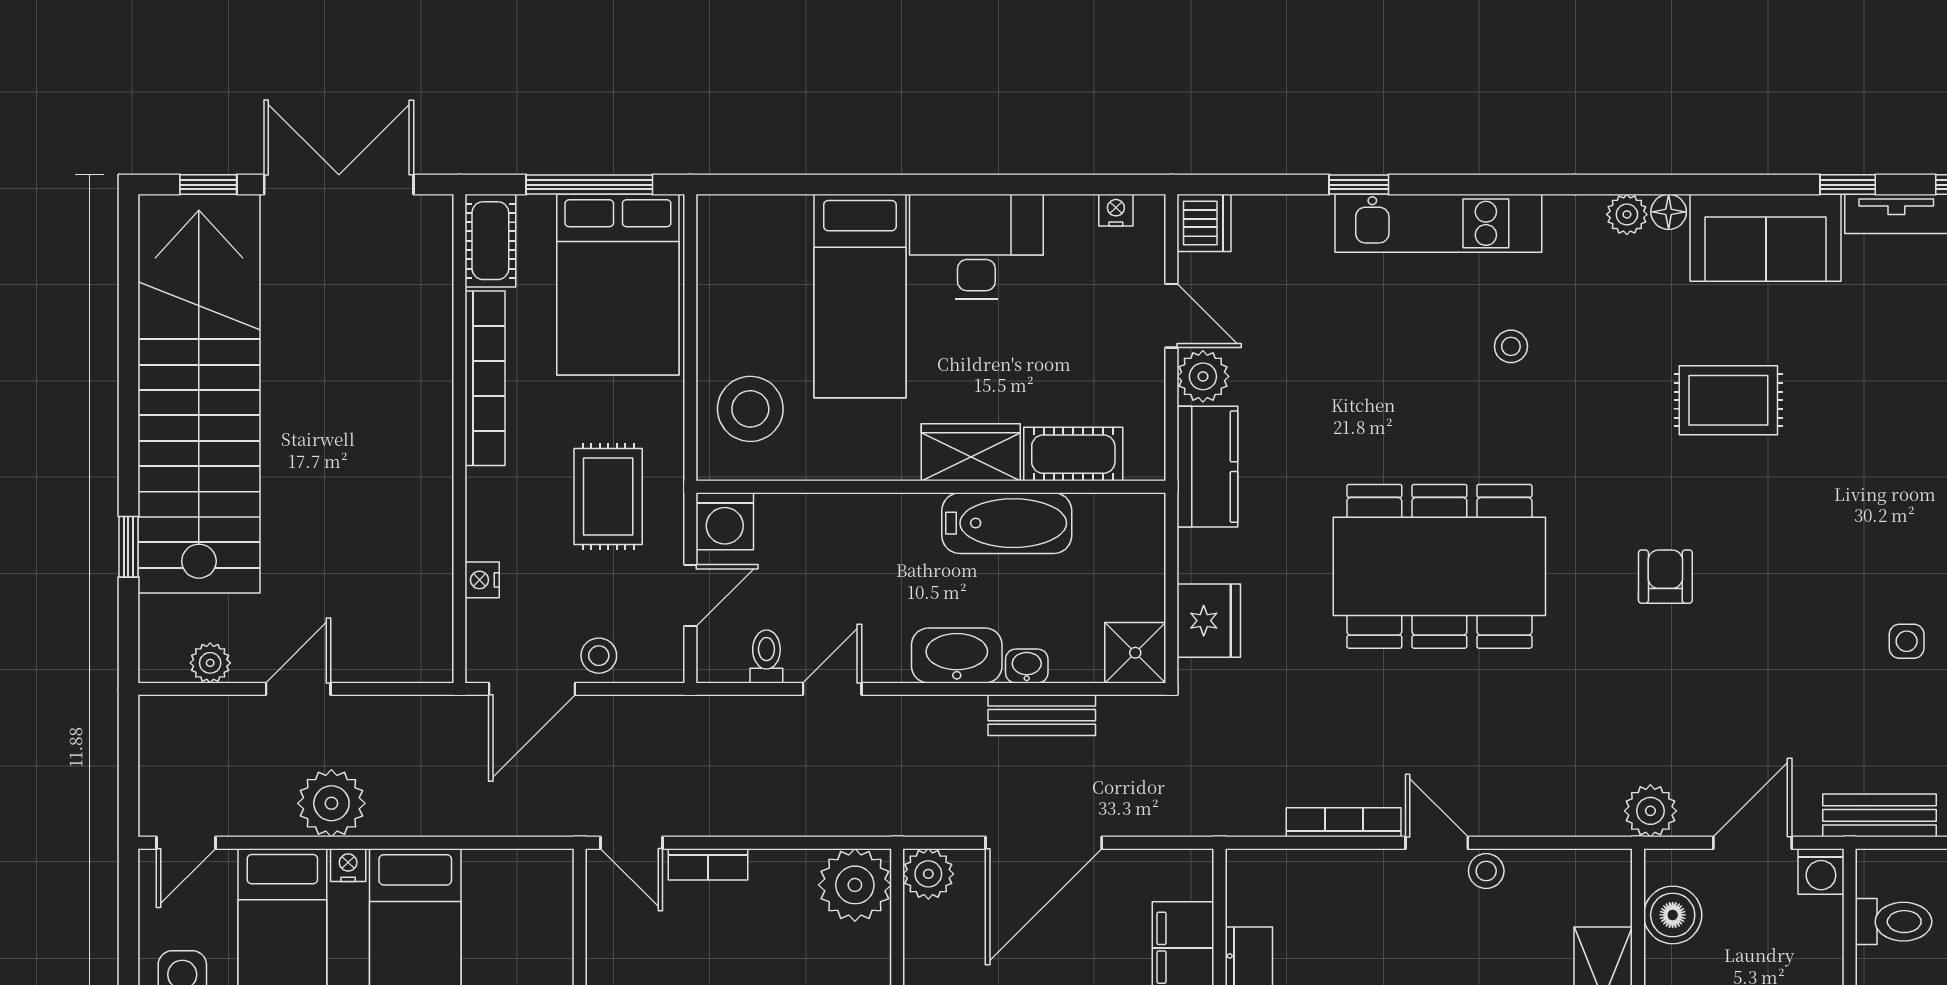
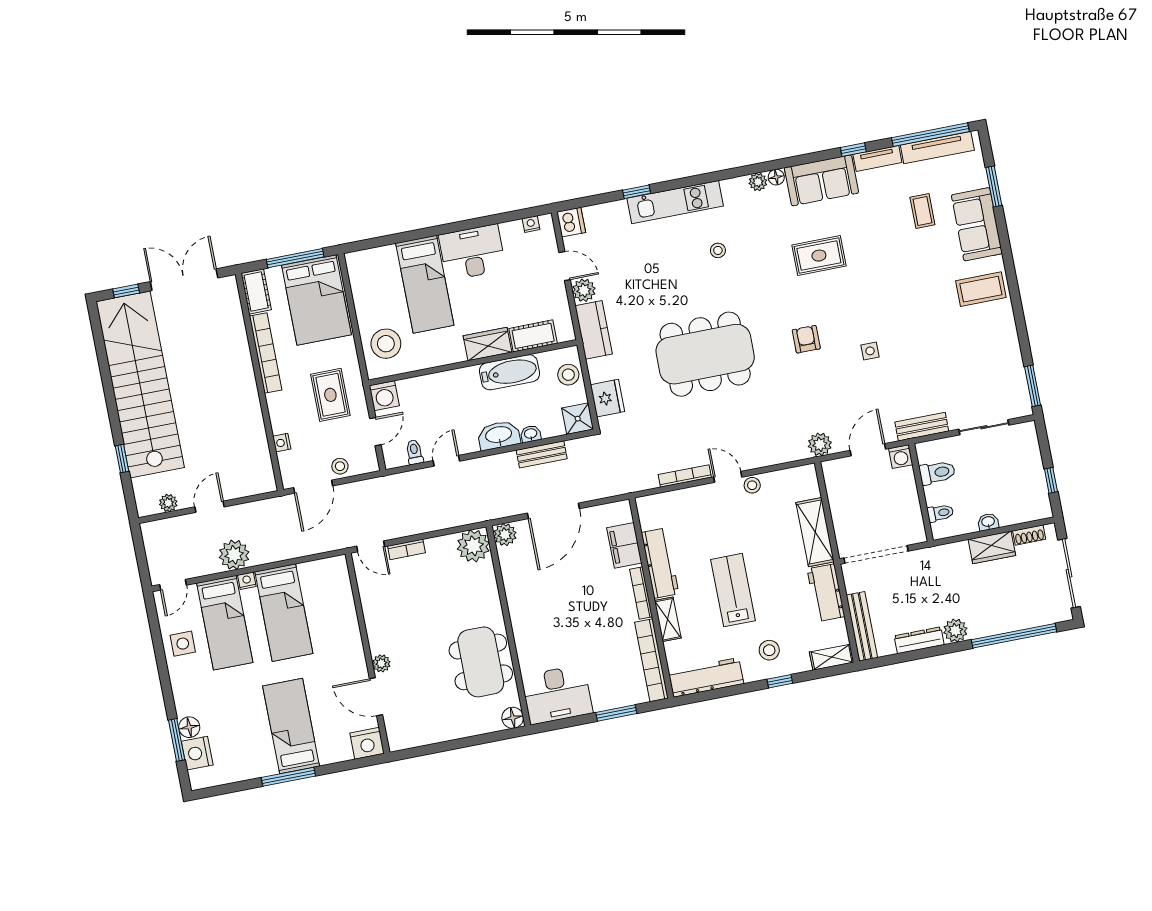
stool: (1134, 553) -> (568, 375), added
side table: (1907, 641) -> (870, 351), moved
boiler: (1673, 915) -> (839, 489), removed

